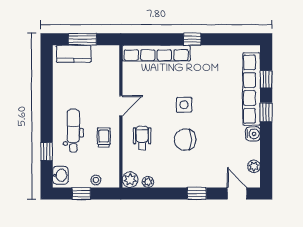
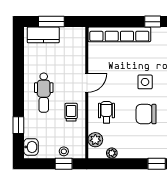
dental chair: (73, 131) -> (44, 93), moved, turned 180
plant: (130, 180) -> (95, 140), moved
window: (81, 193) -> (64, 164), moved

